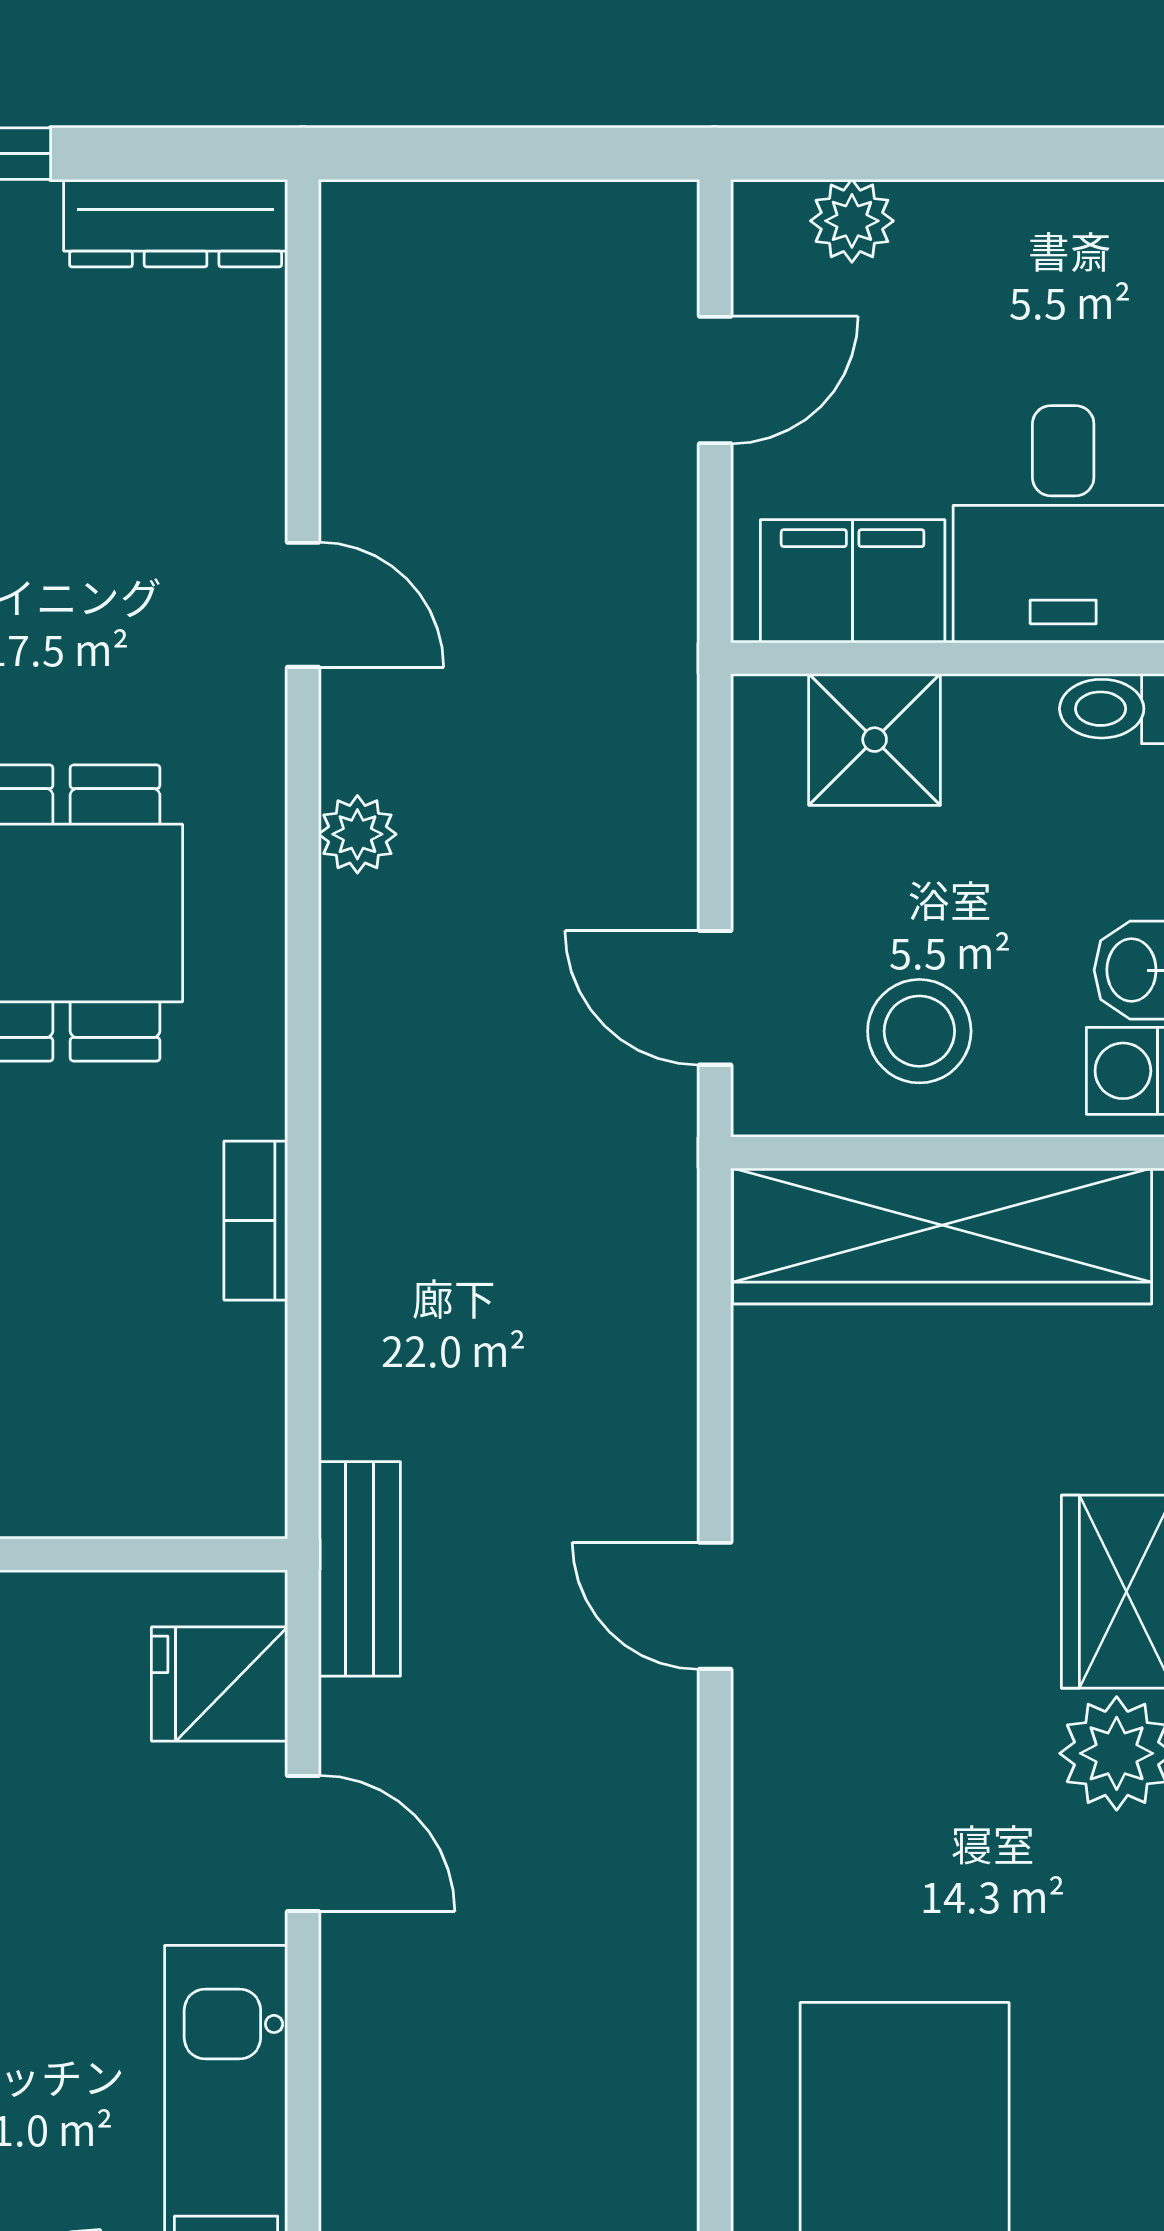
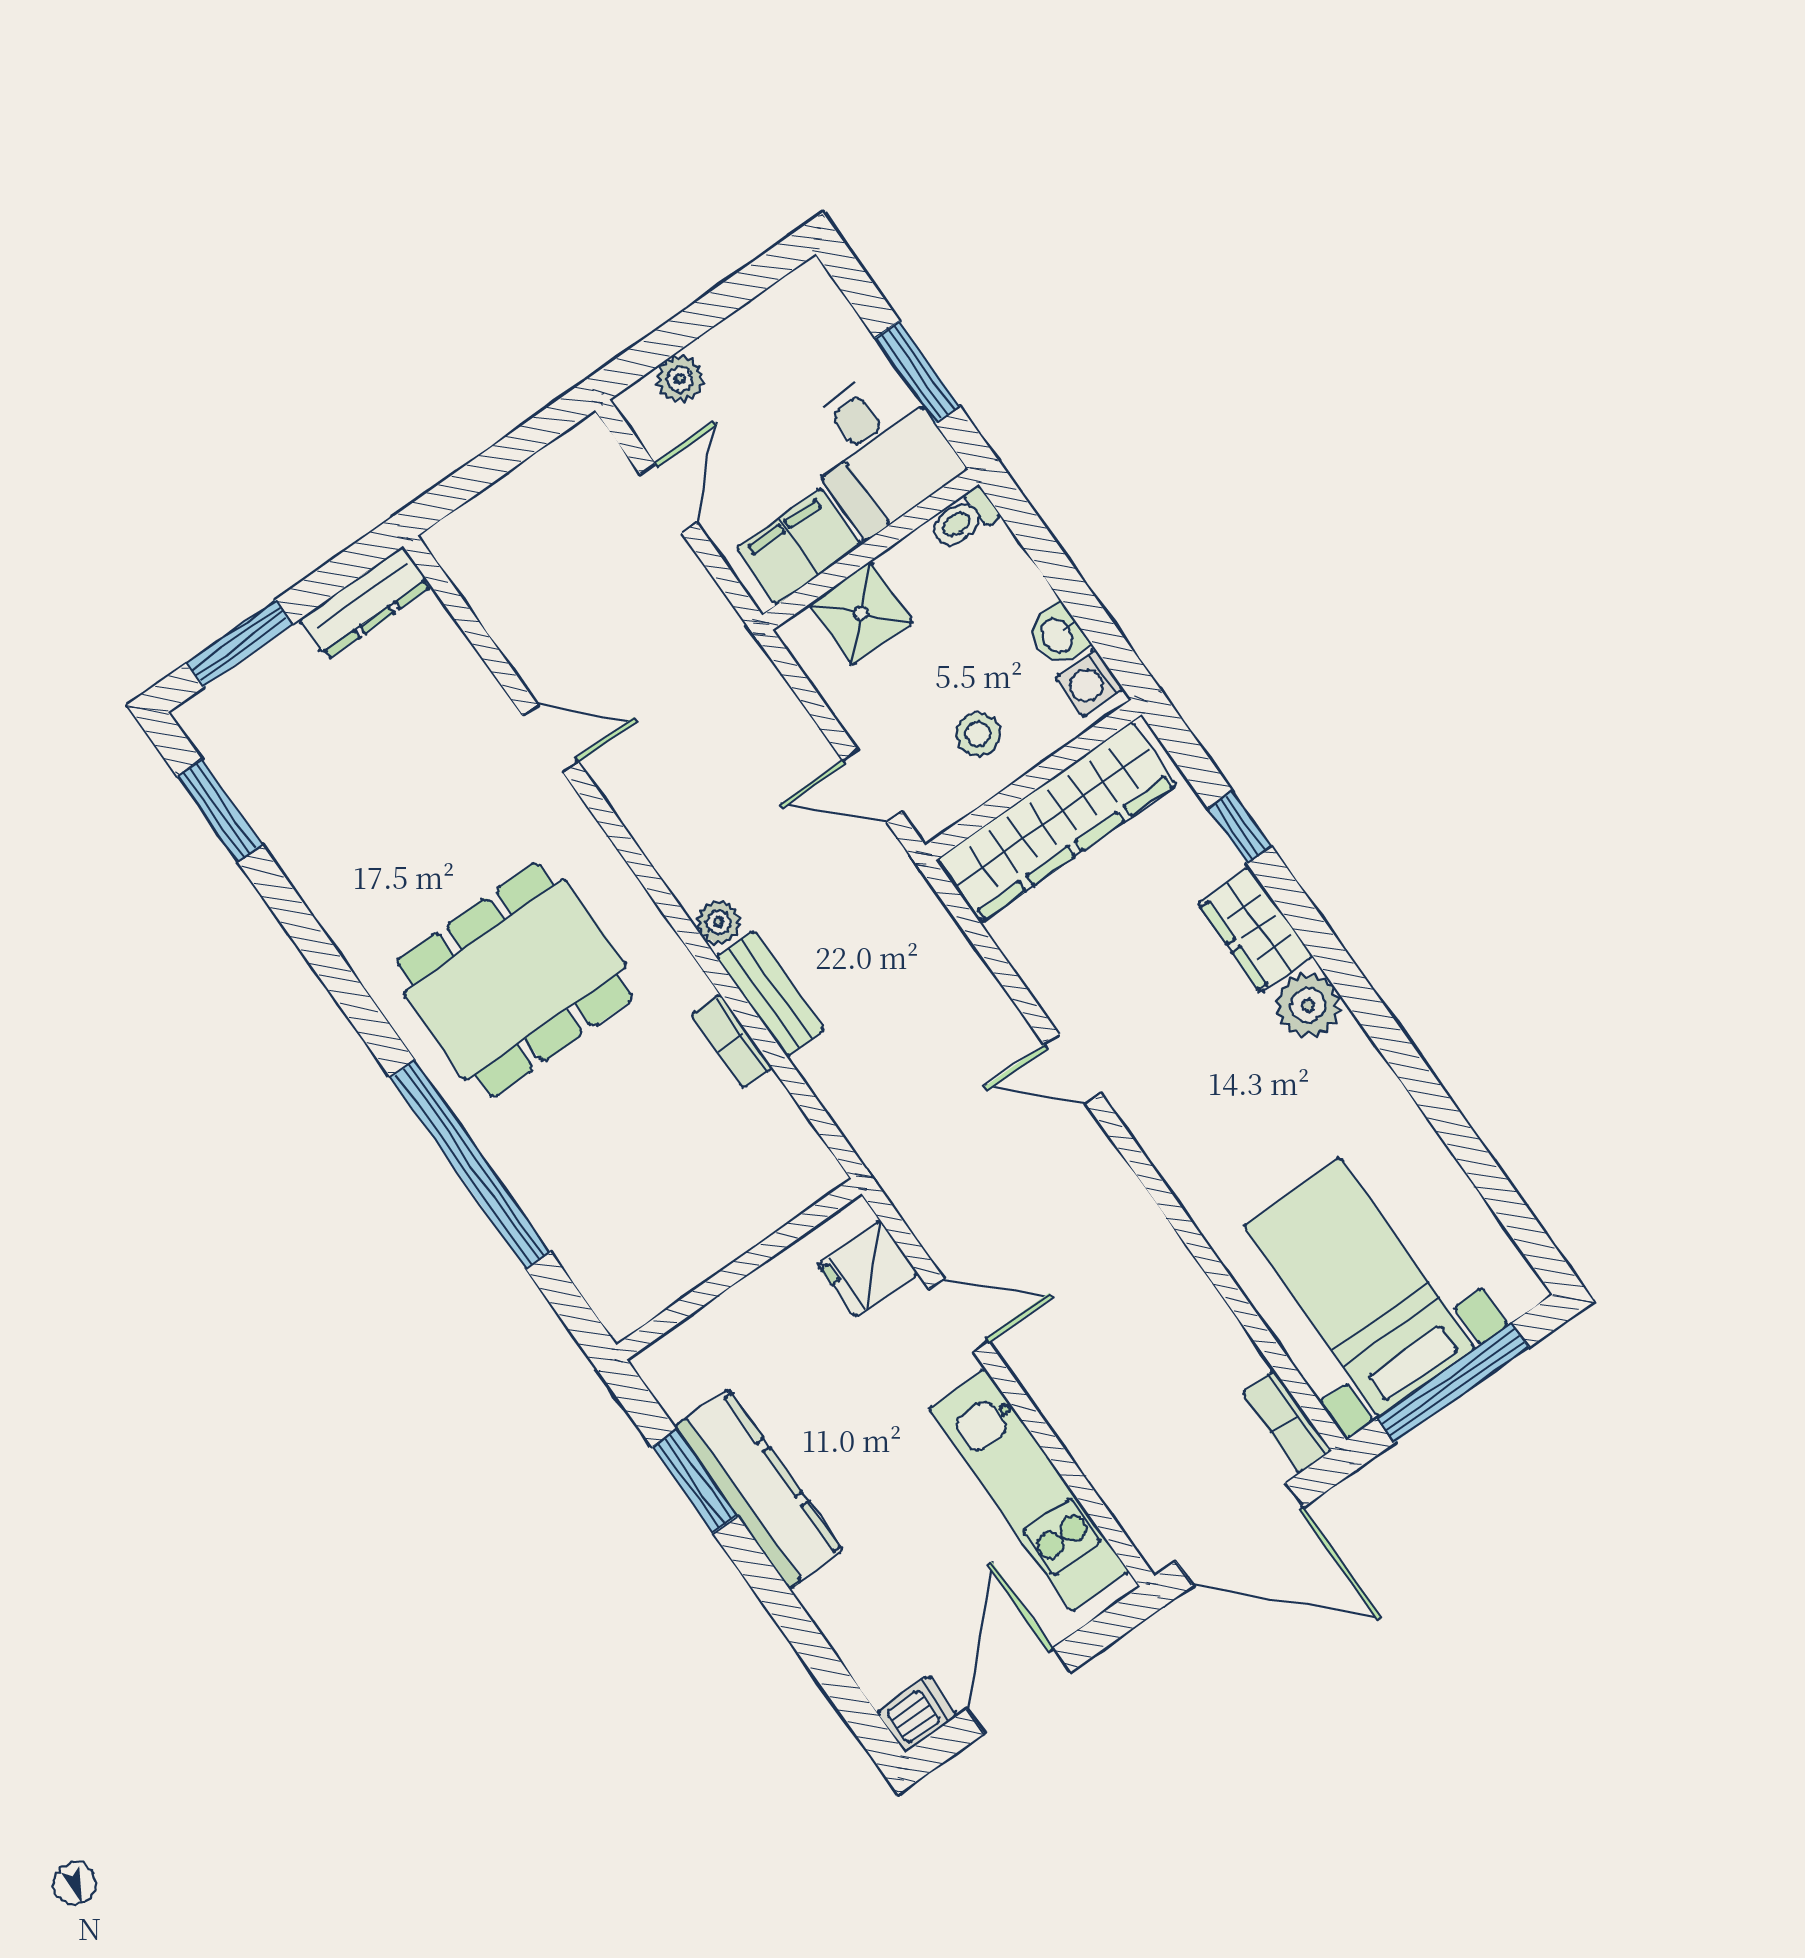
plant: (357, 834) -> (719, 922), moved
stool: (919, 1031) -> (978, 734), width x0.73, depth x0.73
bench: (359, 1569) -> (770, 993), moved

